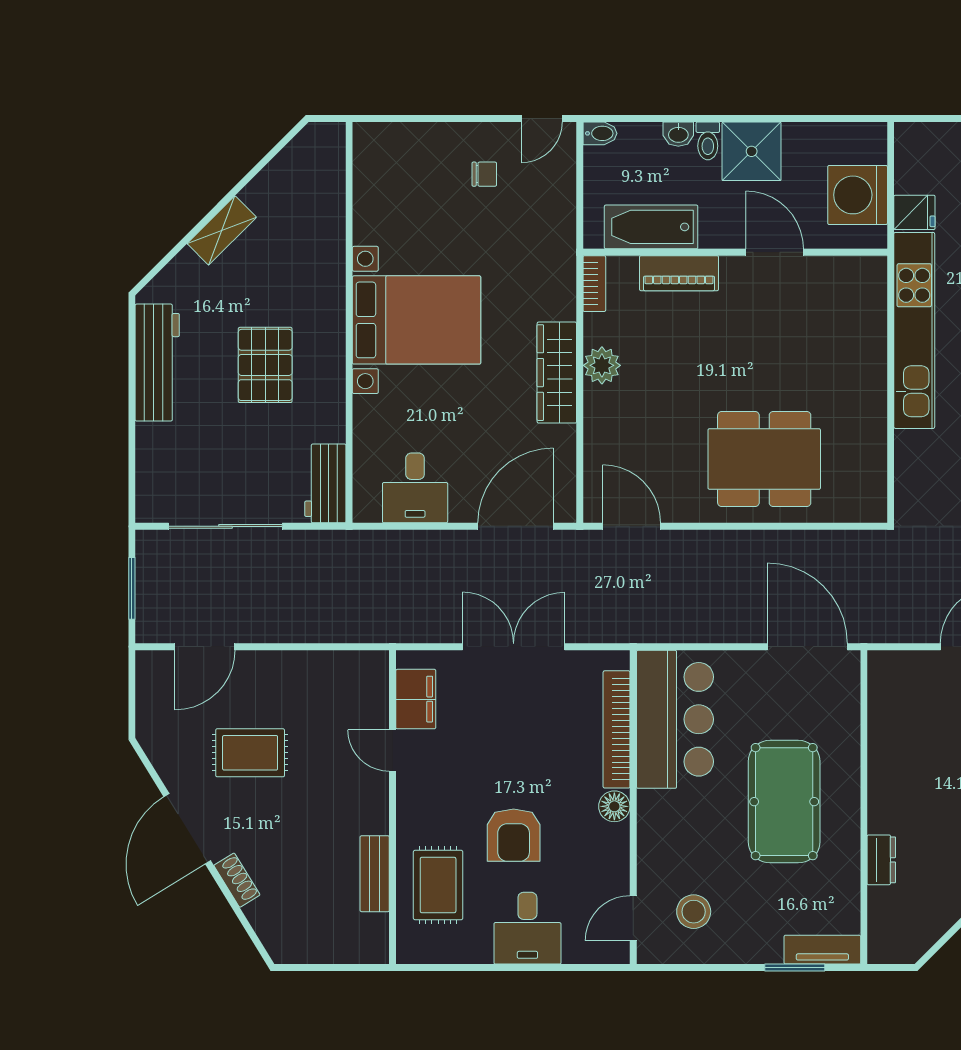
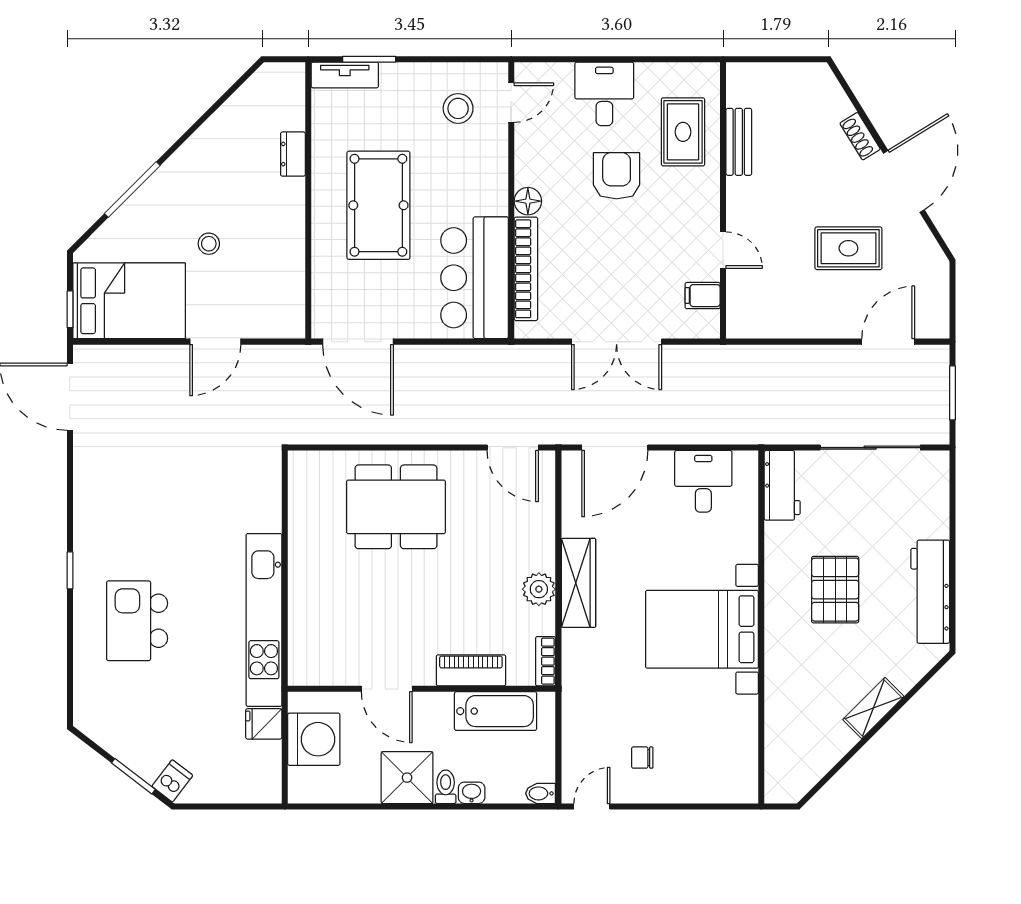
filing cabinet: (416, 699) -> (703, 296), width x0.50

